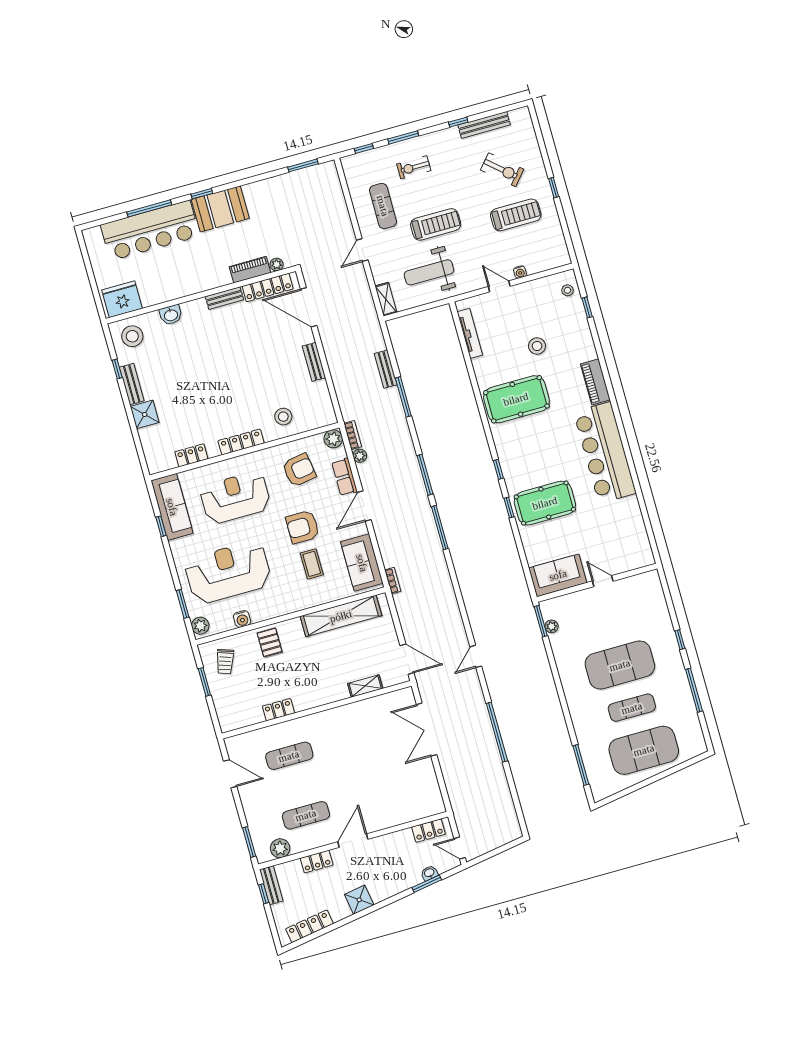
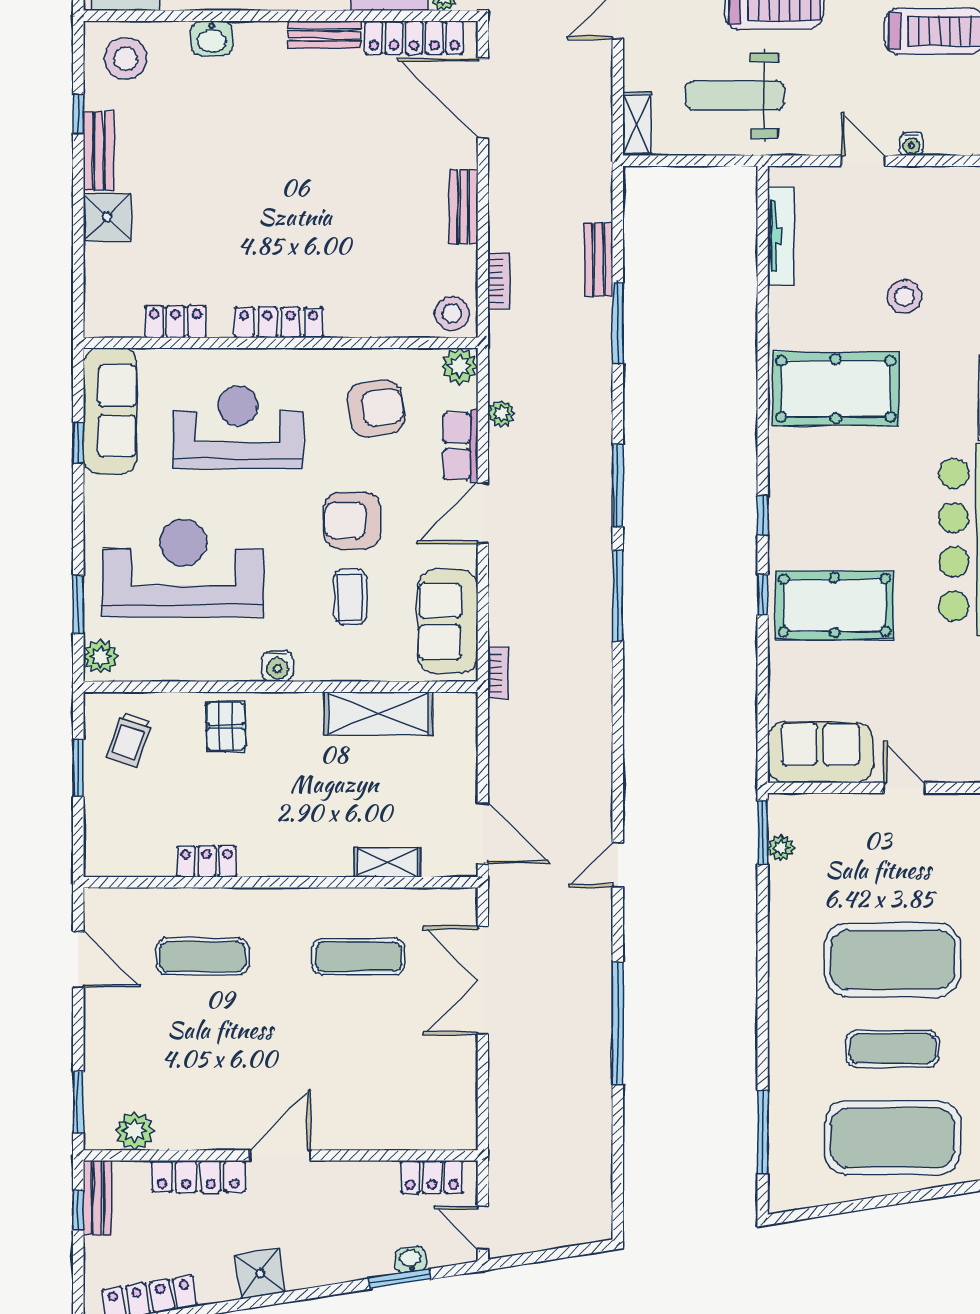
stool: (283, 417) -> (452, 314), moved
bookcase: (353, 435) -> (499, 281), moved
shelving: (341, 616) -> (378, 713), width x0.68
water cooler: (242, 619) -> (278, 666), moved
exercise mat: (306, 815) -> (358, 957), moved
locker: (317, 862) -> (198, 1176), width x1.53

